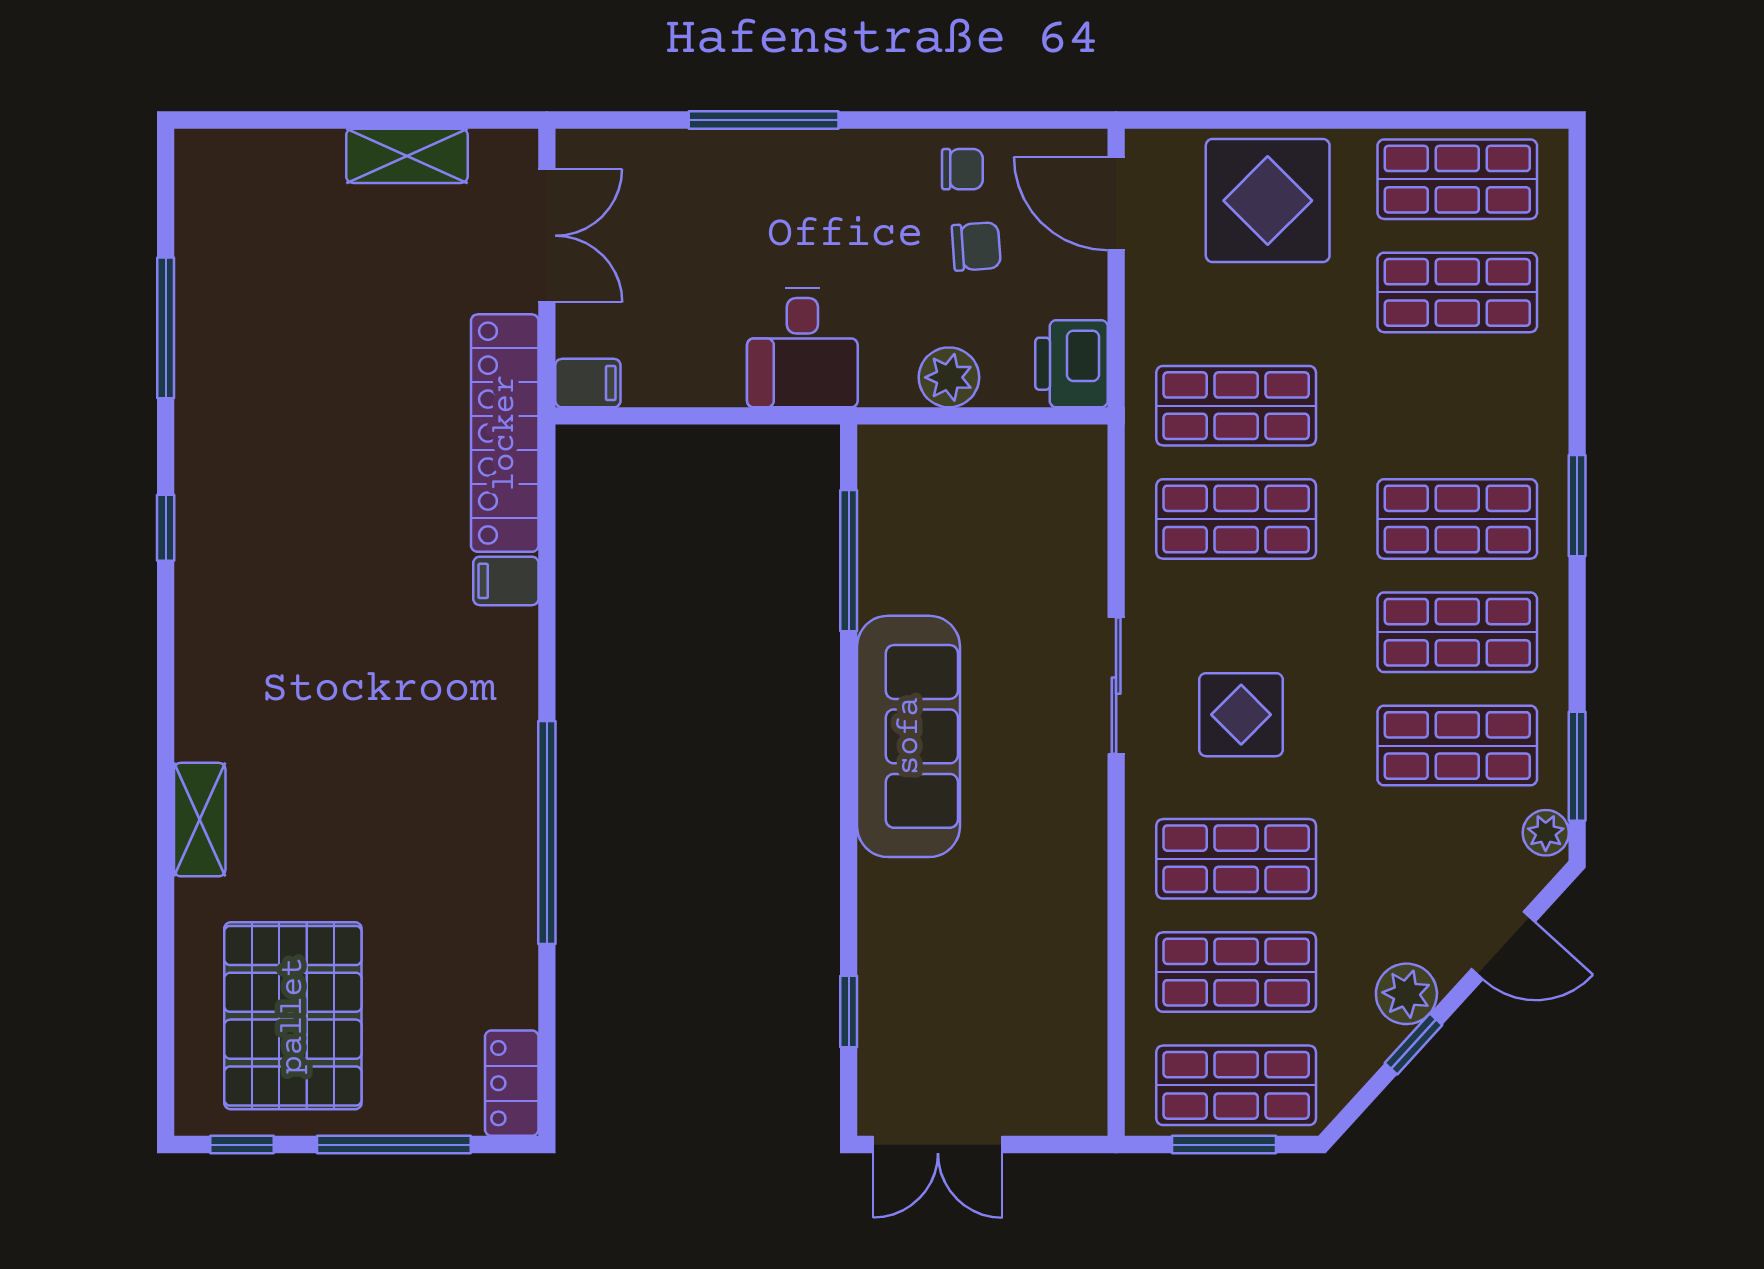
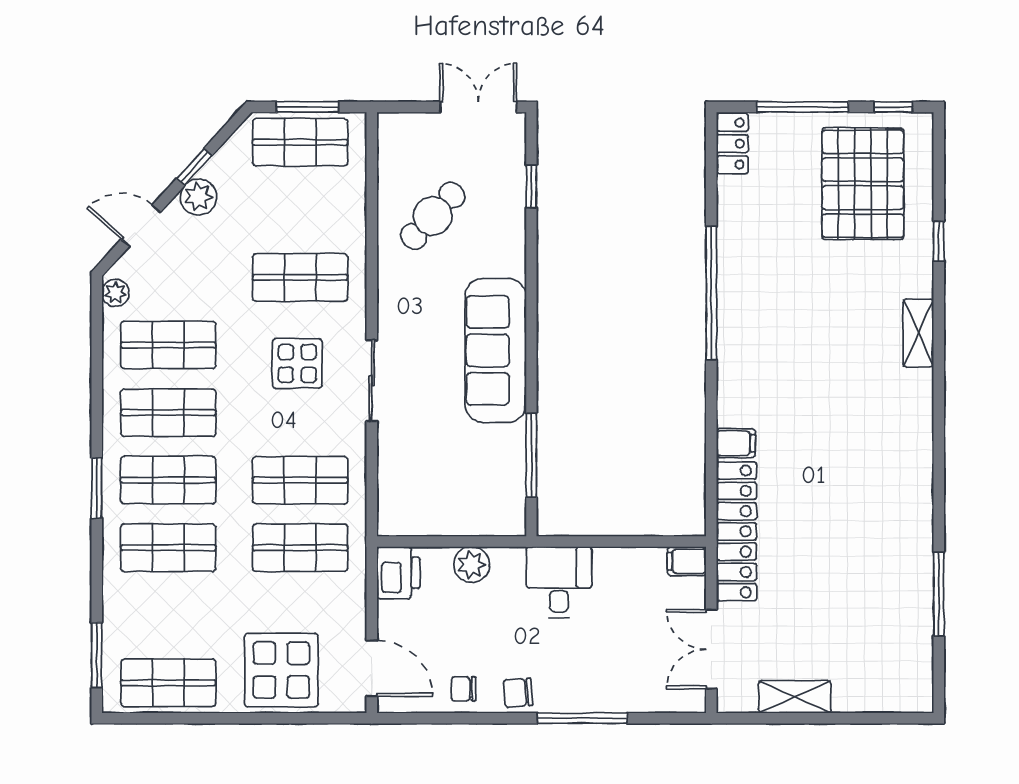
chair: (976, 246) -> (518, 693), moved
shop shelf: (1457, 292) -> (168, 548), moved
window: (166, 528) -> (939, 241), moved
window: (1577, 766) -> (97, 655), moved
shelving: (200, 820) -> (918, 333), moved
cafe table: (1014, 962) -> (433, 216), added
shop shelf: (1236, 972) -> (300, 210), removed

